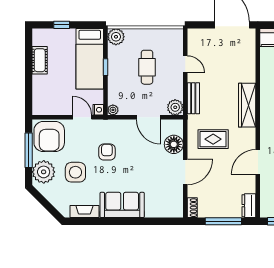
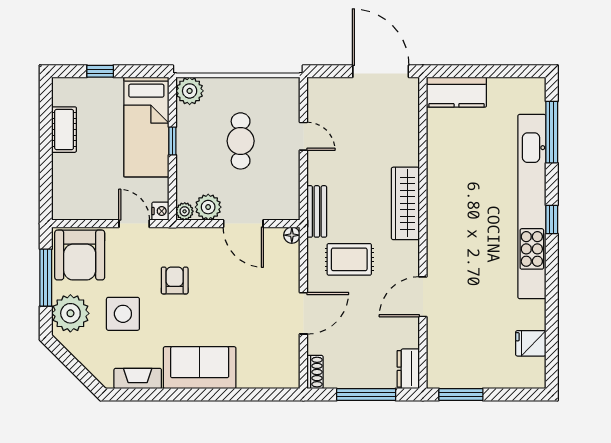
bench: (193, 98) -> (317, 211), moved
plant: (175, 107) -> (208, 207), moved
floor lamp: (174, 144) -> (292, 235), moved, width x0.53, depth x0.53

